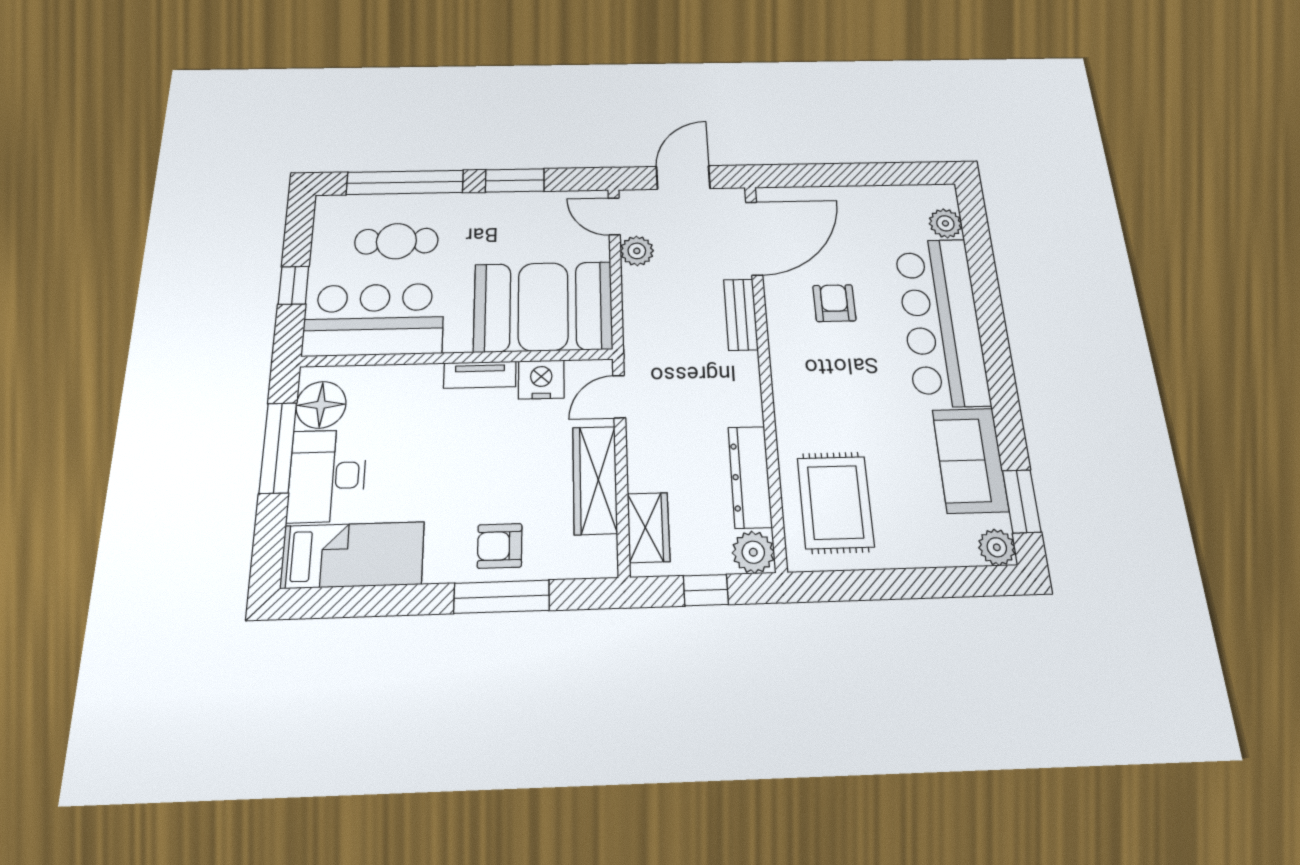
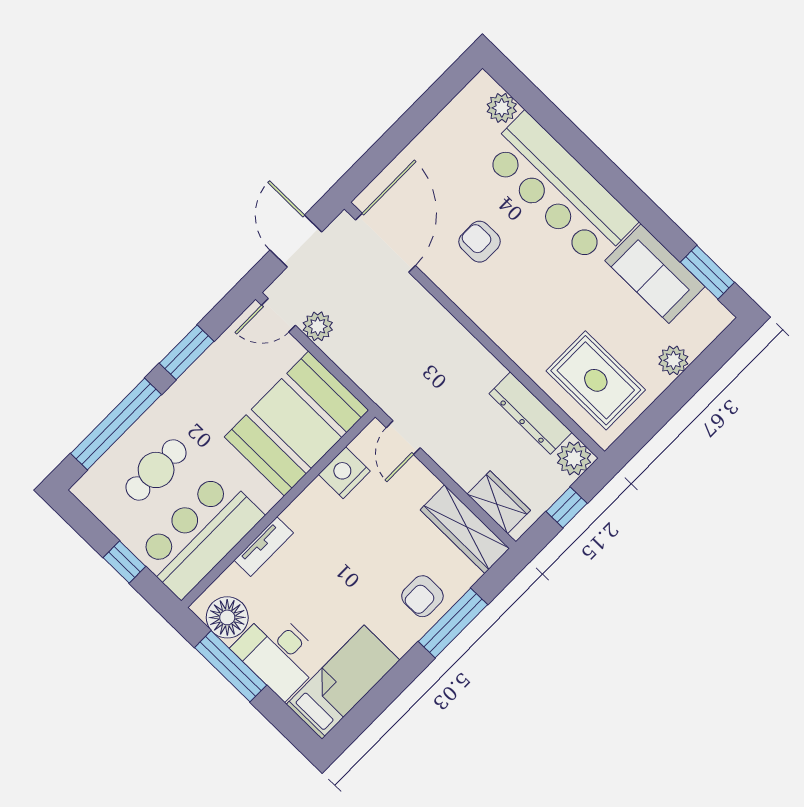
bench: (741, 314) -> (427, 308), removed
tv unit: (480, 375) -> (264, 547), moved
wardrobe: (595, 480) -> (465, 529), moved
plant: (997, 547) -> (673, 360), moved

